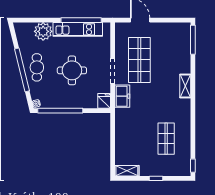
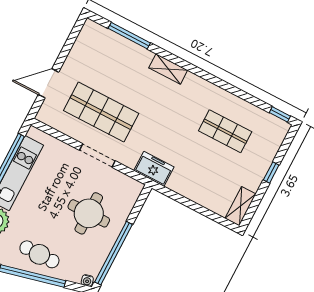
window: (193, 40) -> (129, 36), moved
round table: (72, 70) -> (89, 213), moved
freezer: (122, 96) -> (154, 169), moved
fridge: (104, 101) -> (131, 188), removed

